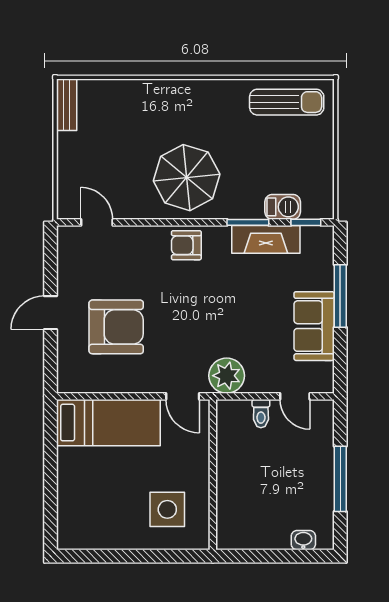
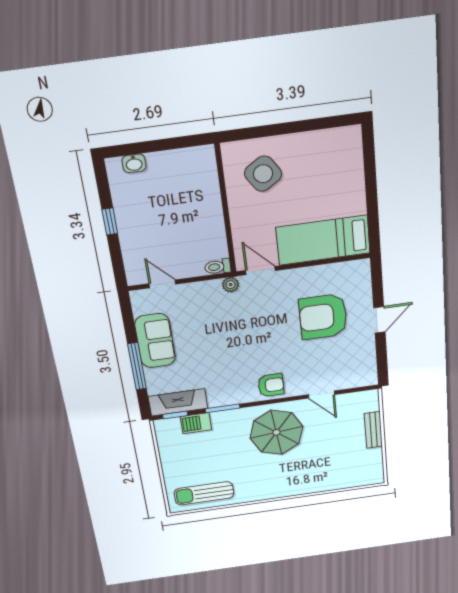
bench: (67, 105) -> (373, 430), moved
door: (97, 222) -> (321, 395), moved
fireplace: (266, 239) -> (178, 402), moved
plant: (227, 376) -> (231, 285), width x0.53, depth x0.53
toilet: (261, 414) -> (218, 267), moved, turned -90
window: (340, 479) -> (110, 221), width x0.46
side table: (167, 509) -> (263, 174), turned -33

